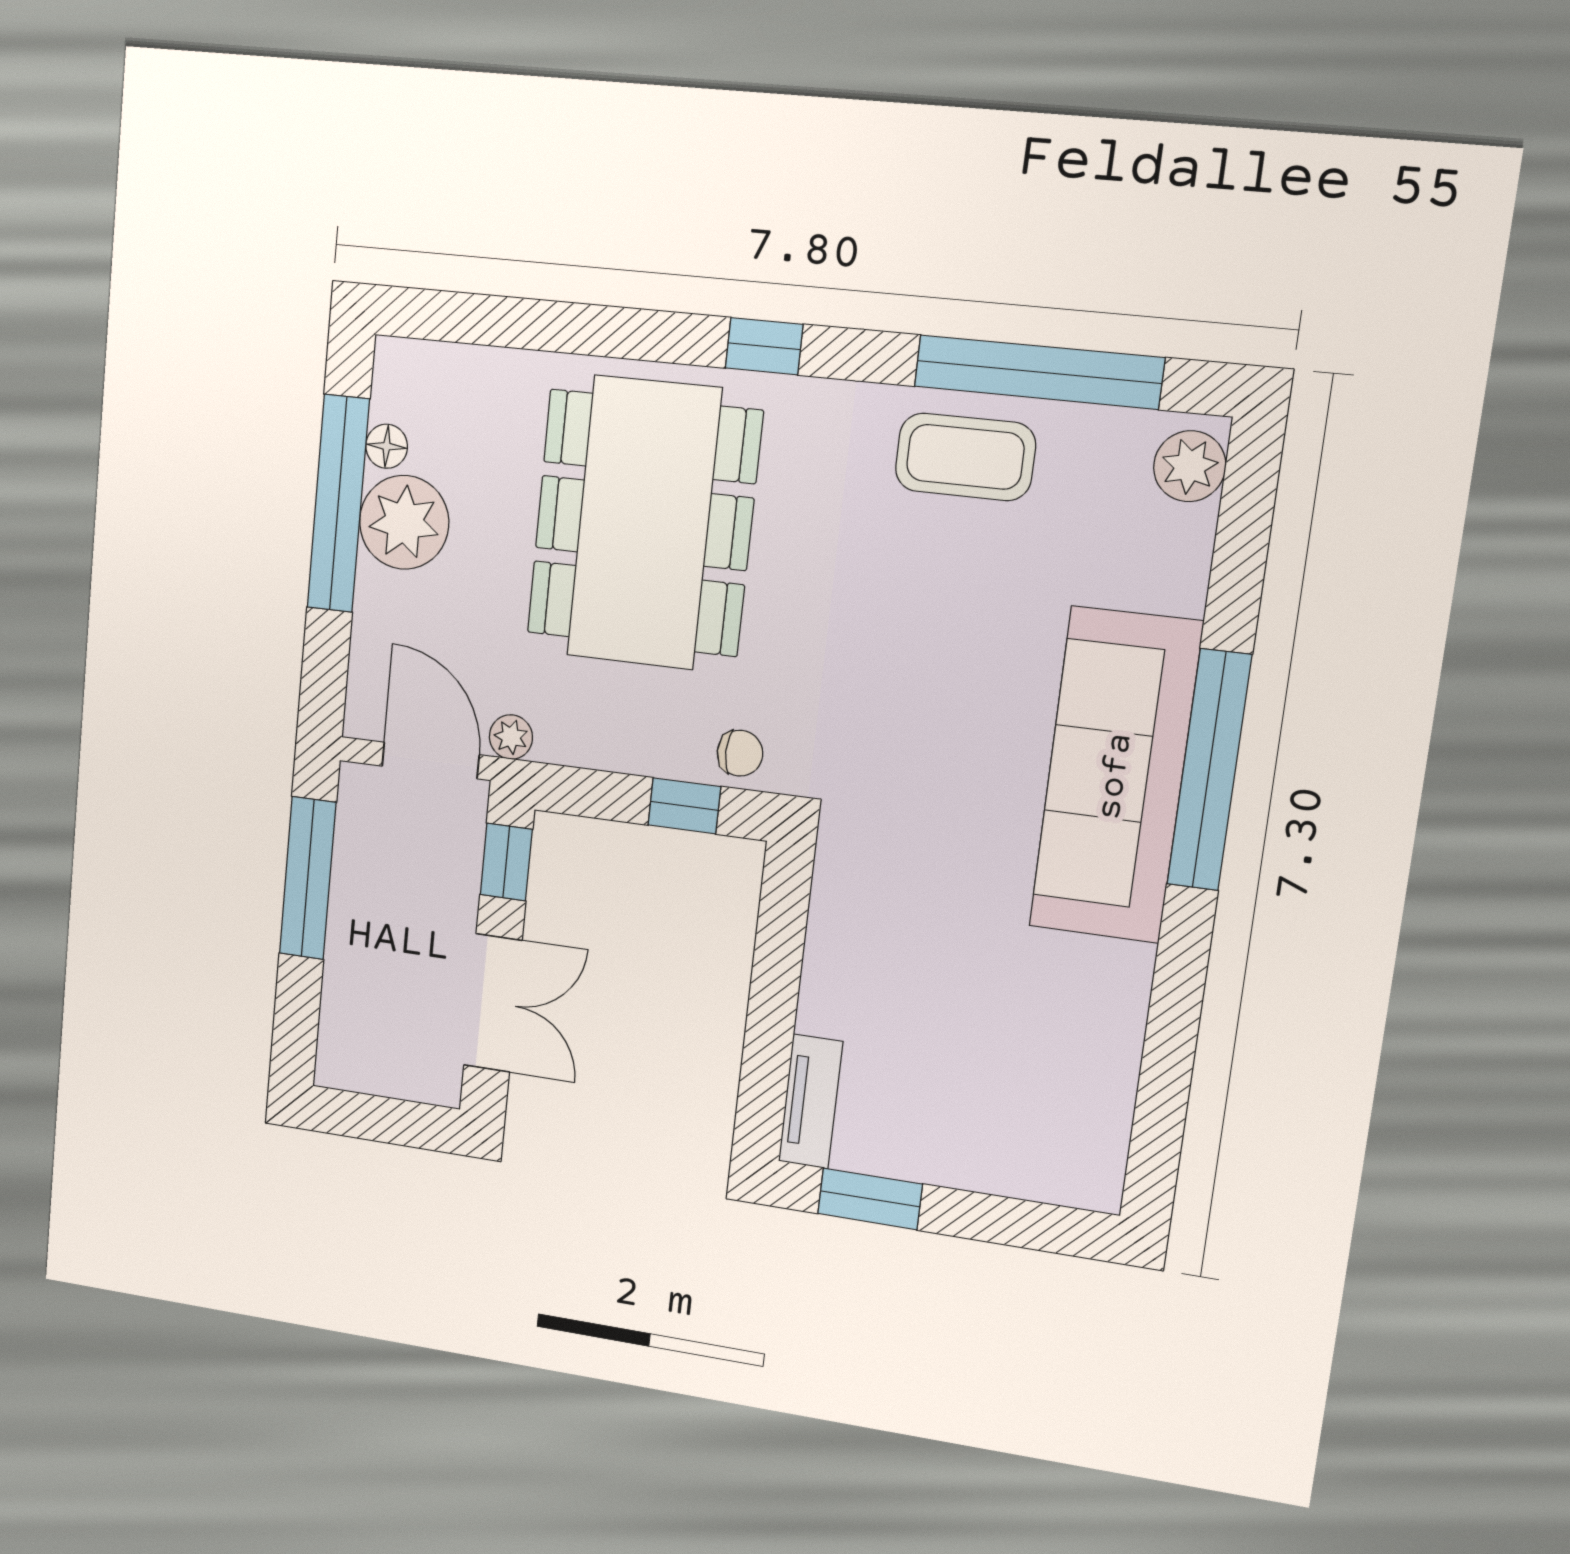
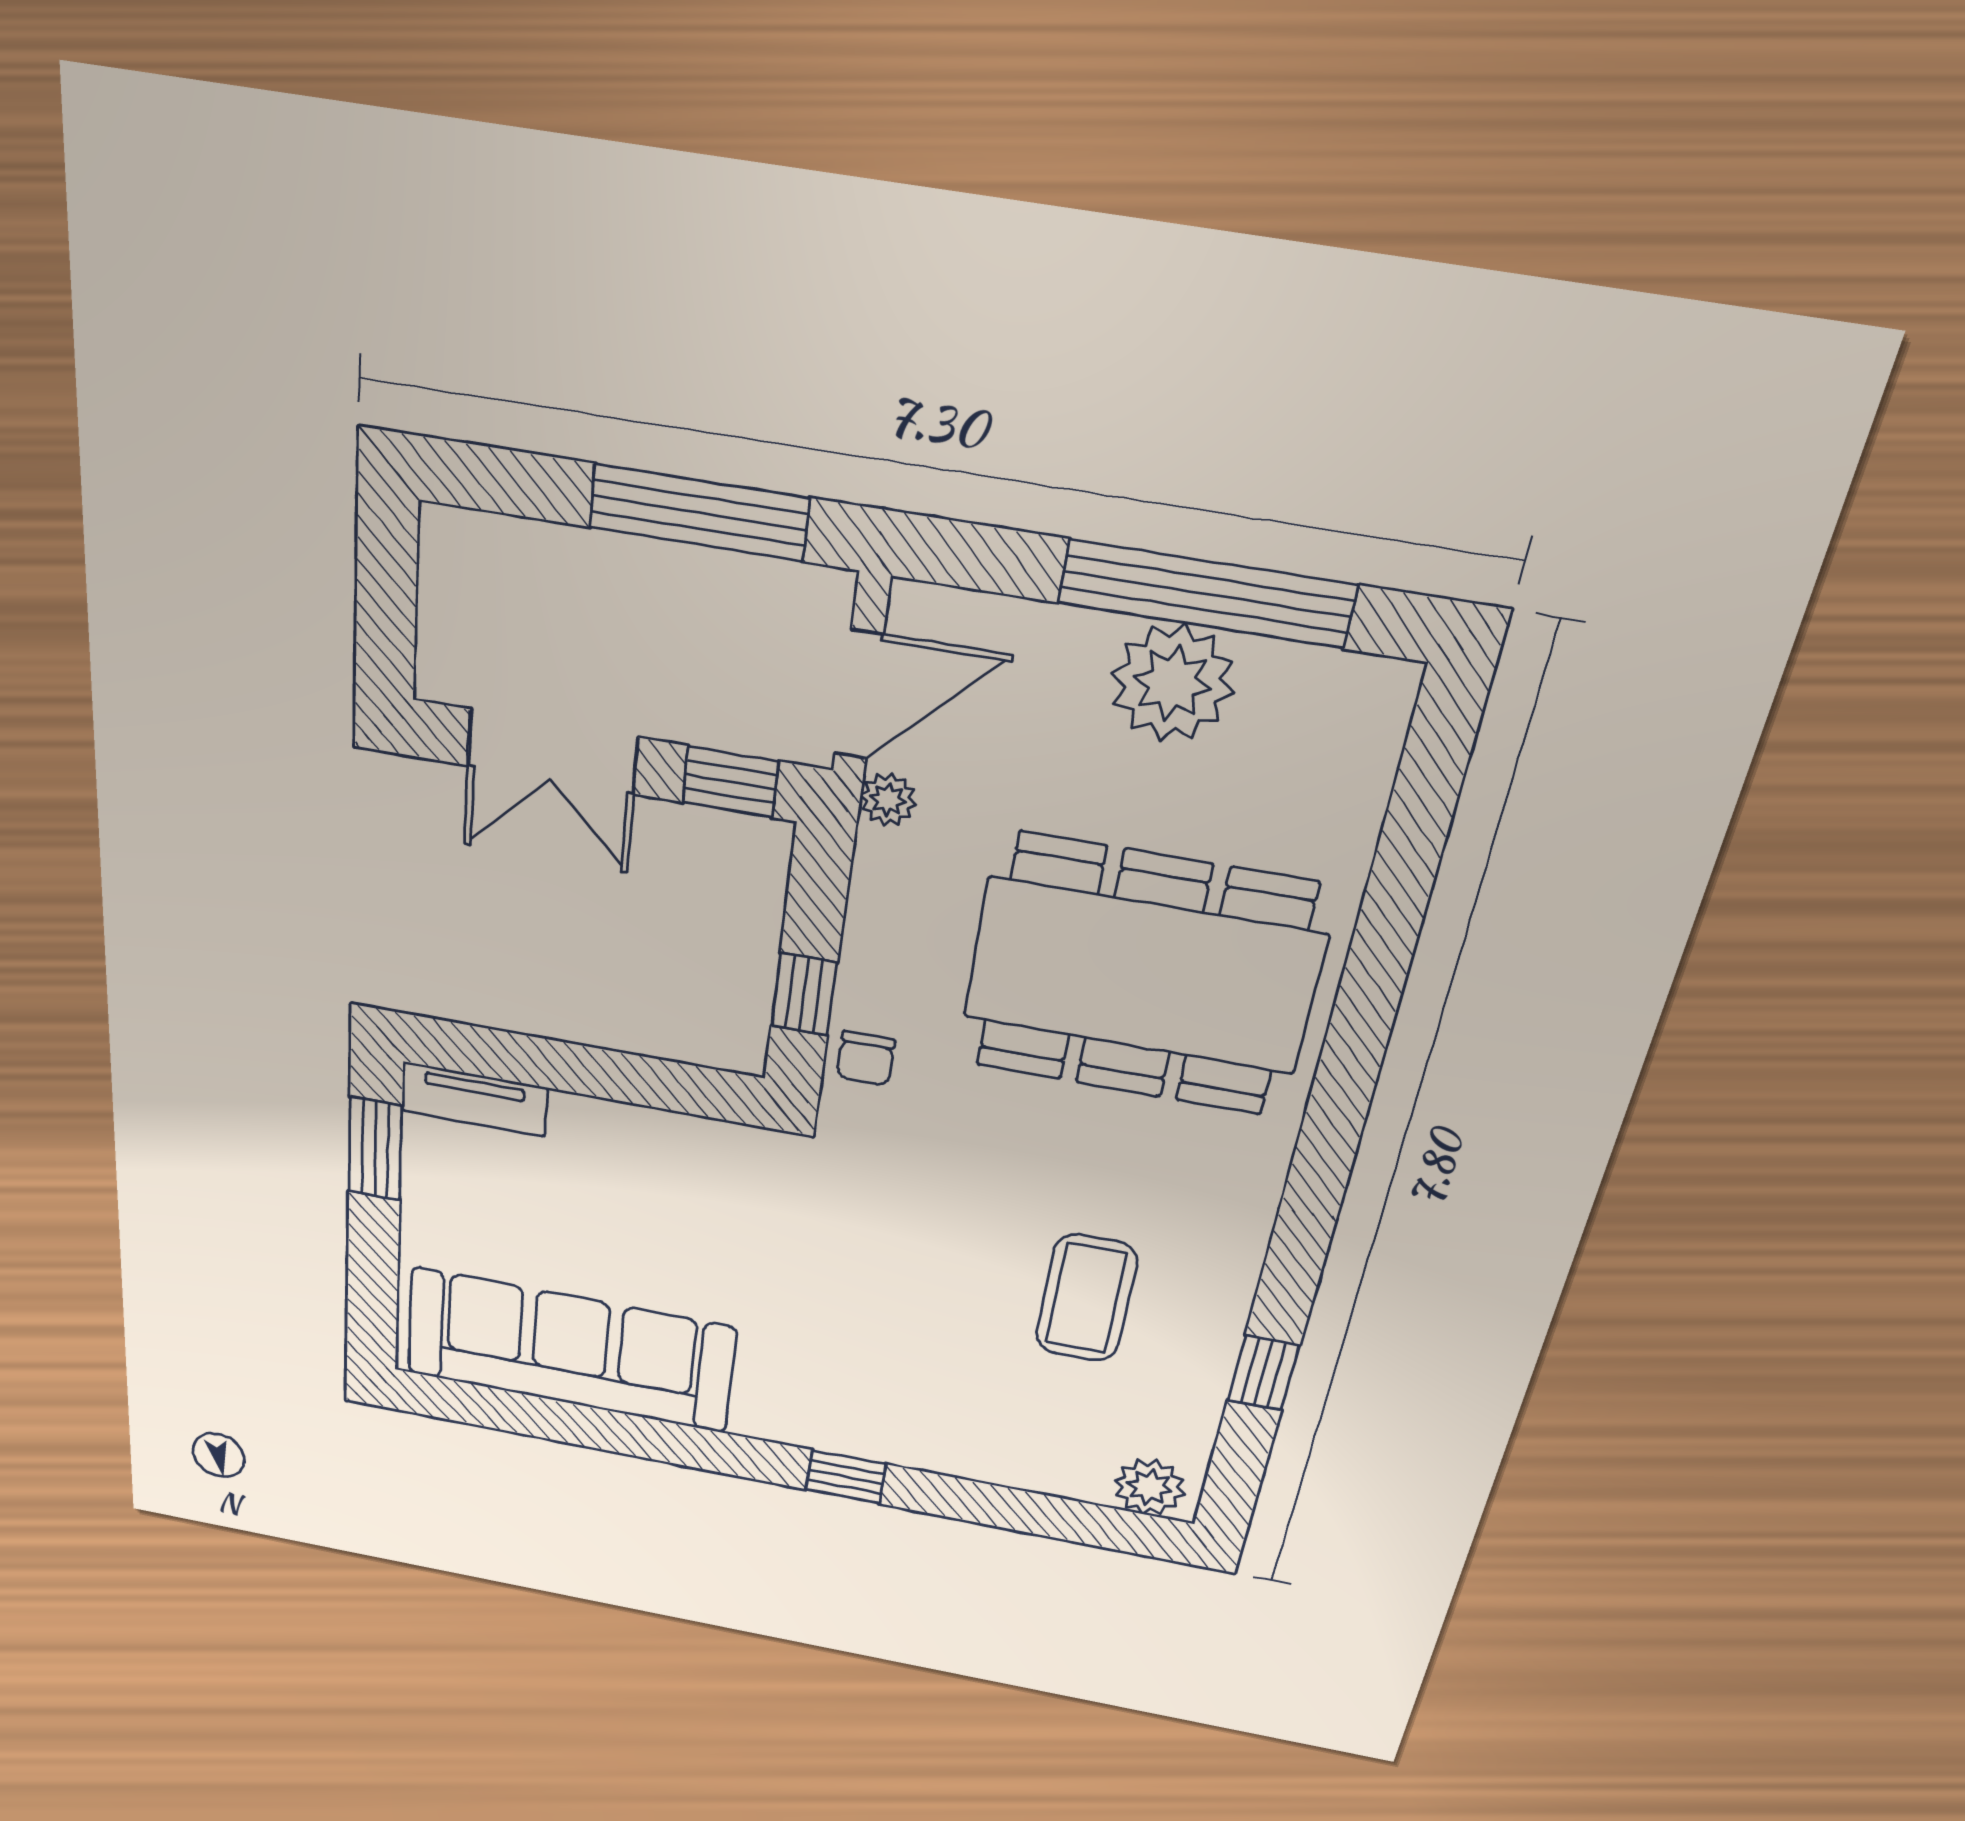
window: (764, 346) -> (1334, 1121), removed
window: (1039, 372) -> (1263, 1373), width x0.32
floor lamp: (387, 446) -> (1276, 667), removed
coffee table: (965, 457) -> (1086, 1298), moved
window: (1209, 770) -> (846, 1477), width x0.32
sofa: (1115, 776) -> (570, 1350), moved

